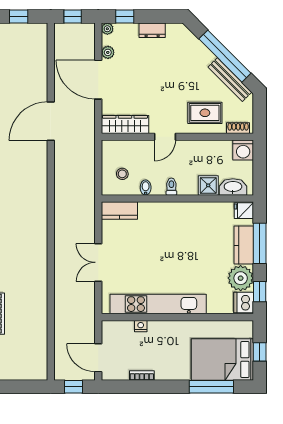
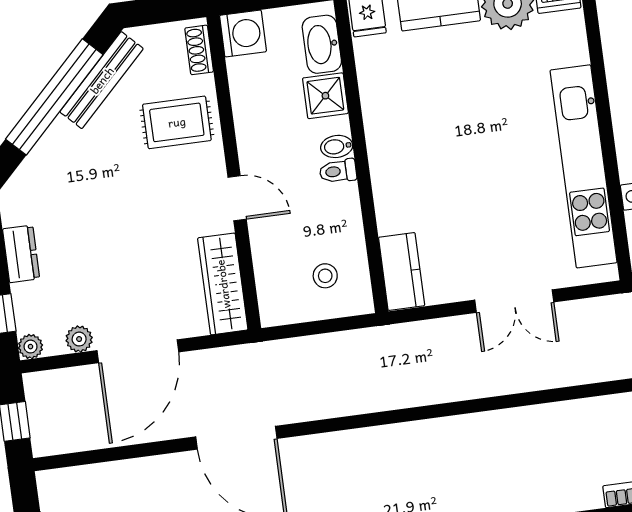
rug: (205, 113) -> (177, 122), turned 90
bidet: (146, 188) -> (337, 146), moved

